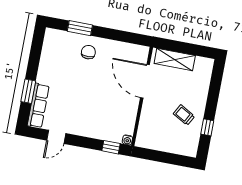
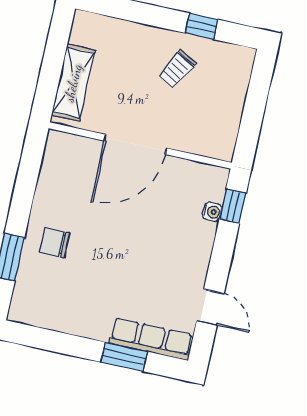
door: (145, 81) -> (135, 144), moved
water cooler: (127, 140) -> (212, 212), moved

